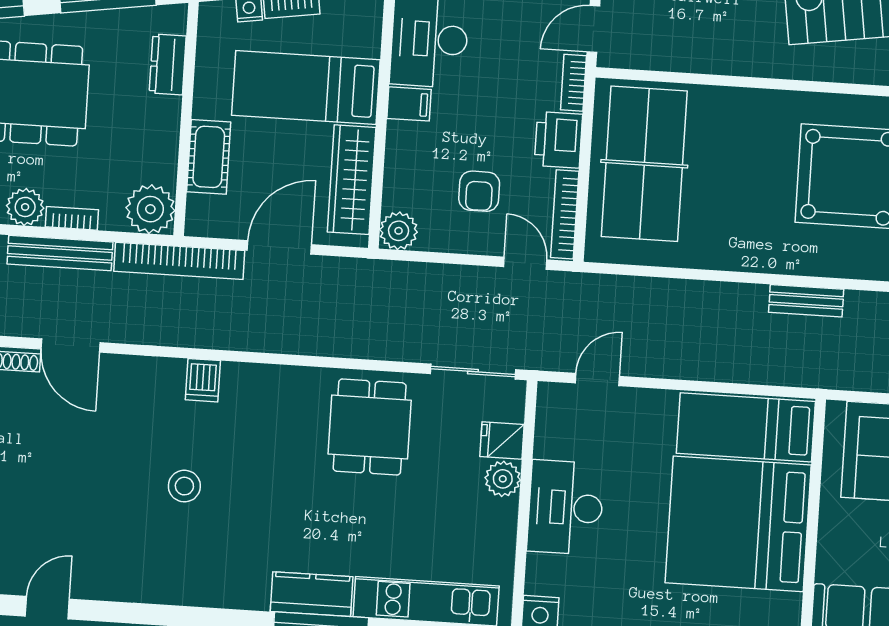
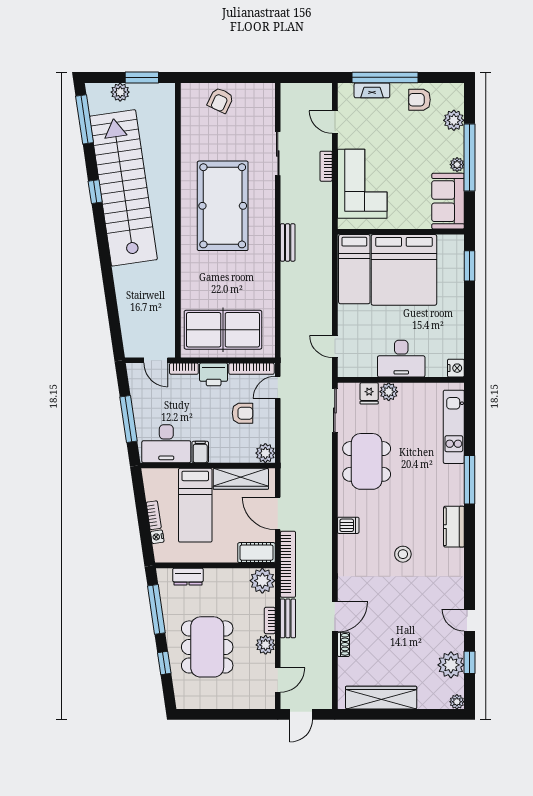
cot: (209, 157) -> (256, 553), moved
bench: (60, 253) -> (288, 618), width x0.73
dishwasher: (203, 380) -> (348, 525), moved
dining table: (370, 427) -> (367, 461), width x1.38
kitchen counter: (312, 594) -> (454, 527), moved

